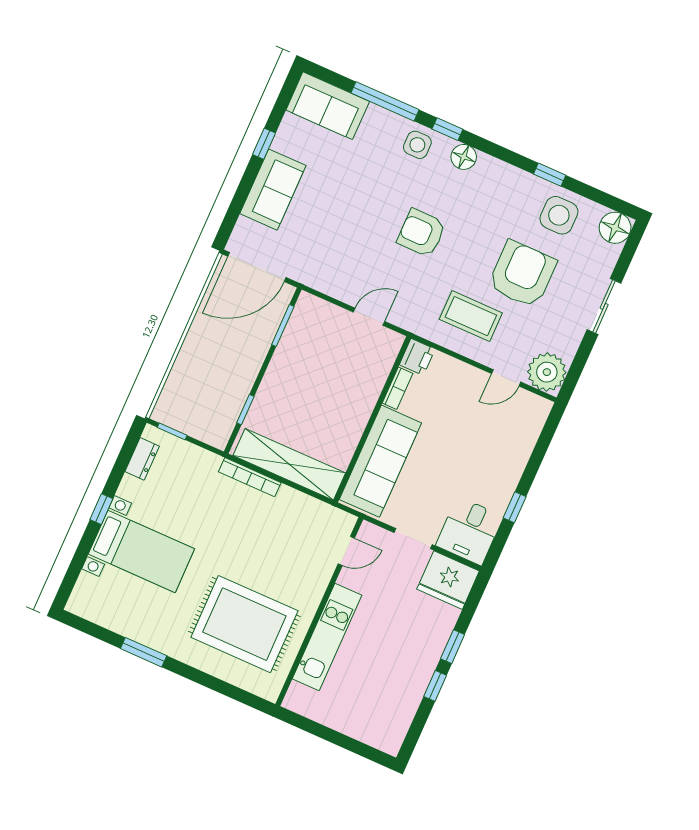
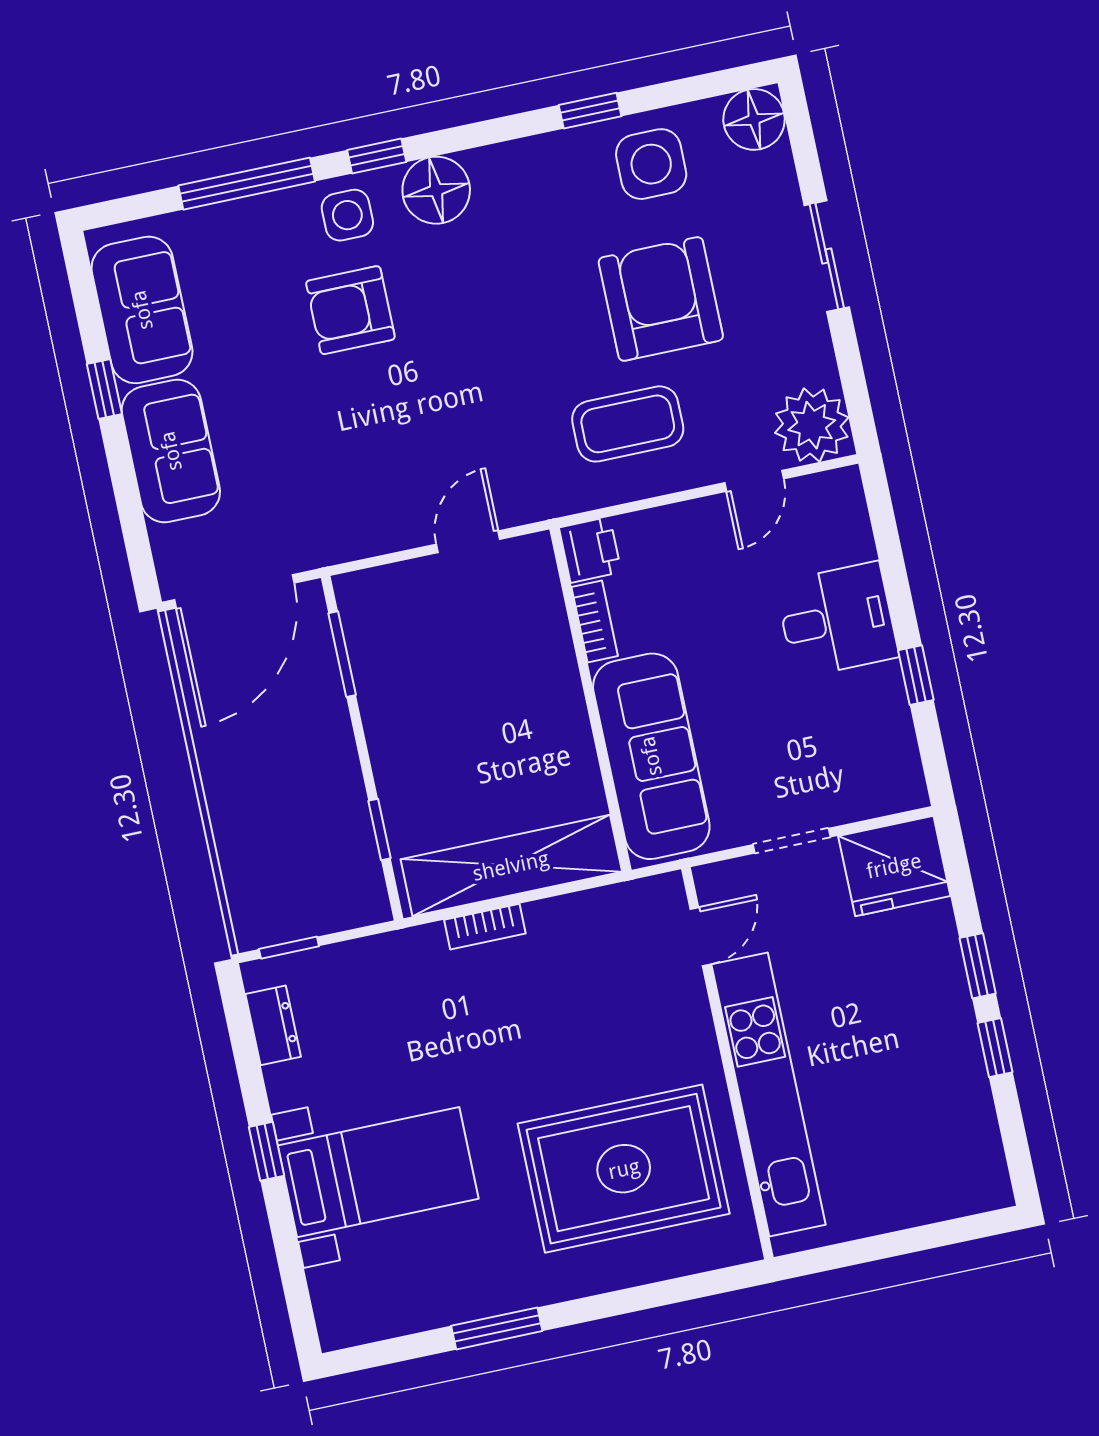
sofa: (328, 106) -> (142, 310), moved, turned -90
floor lamp: (464, 157) -> (436, 190), width x1.38, depth x1.38
armchair: (421, 233) -> (350, 310), moved
bookcase: (250, 477) -> (485, 927), width x0.64
desk: (469, 531) -> (837, 620), moved, turned -90
kitchen unit: (327, 637) -> (768, 1094), width x1.36

